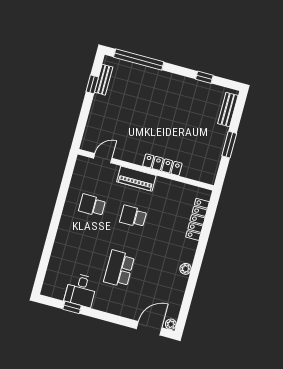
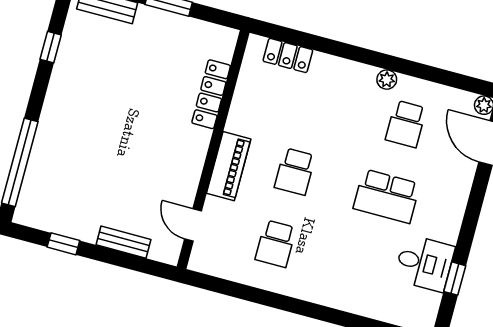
bench: (104, 80) -> (123, 242), moved
locker: (162, 165) -> (211, 94), moved
locker: (198, 219) -> (288, 55), width x0.66
school desk: (160, 280) -> (406, 124), added

